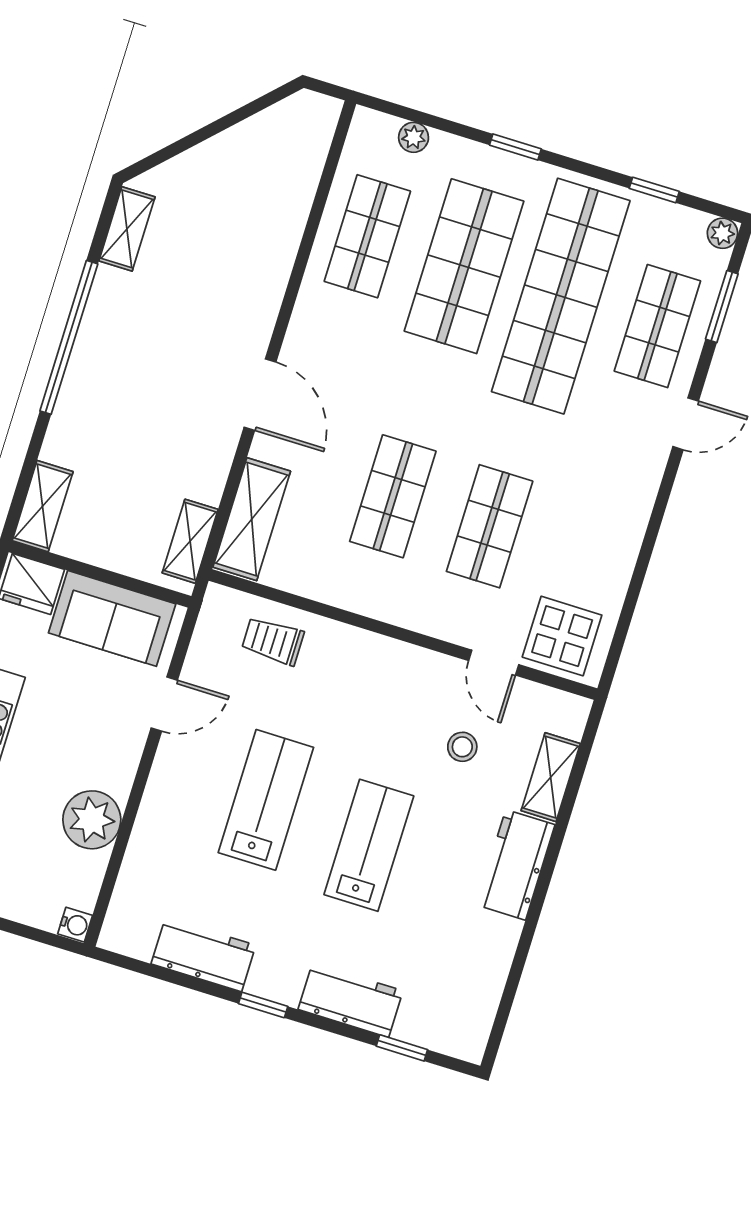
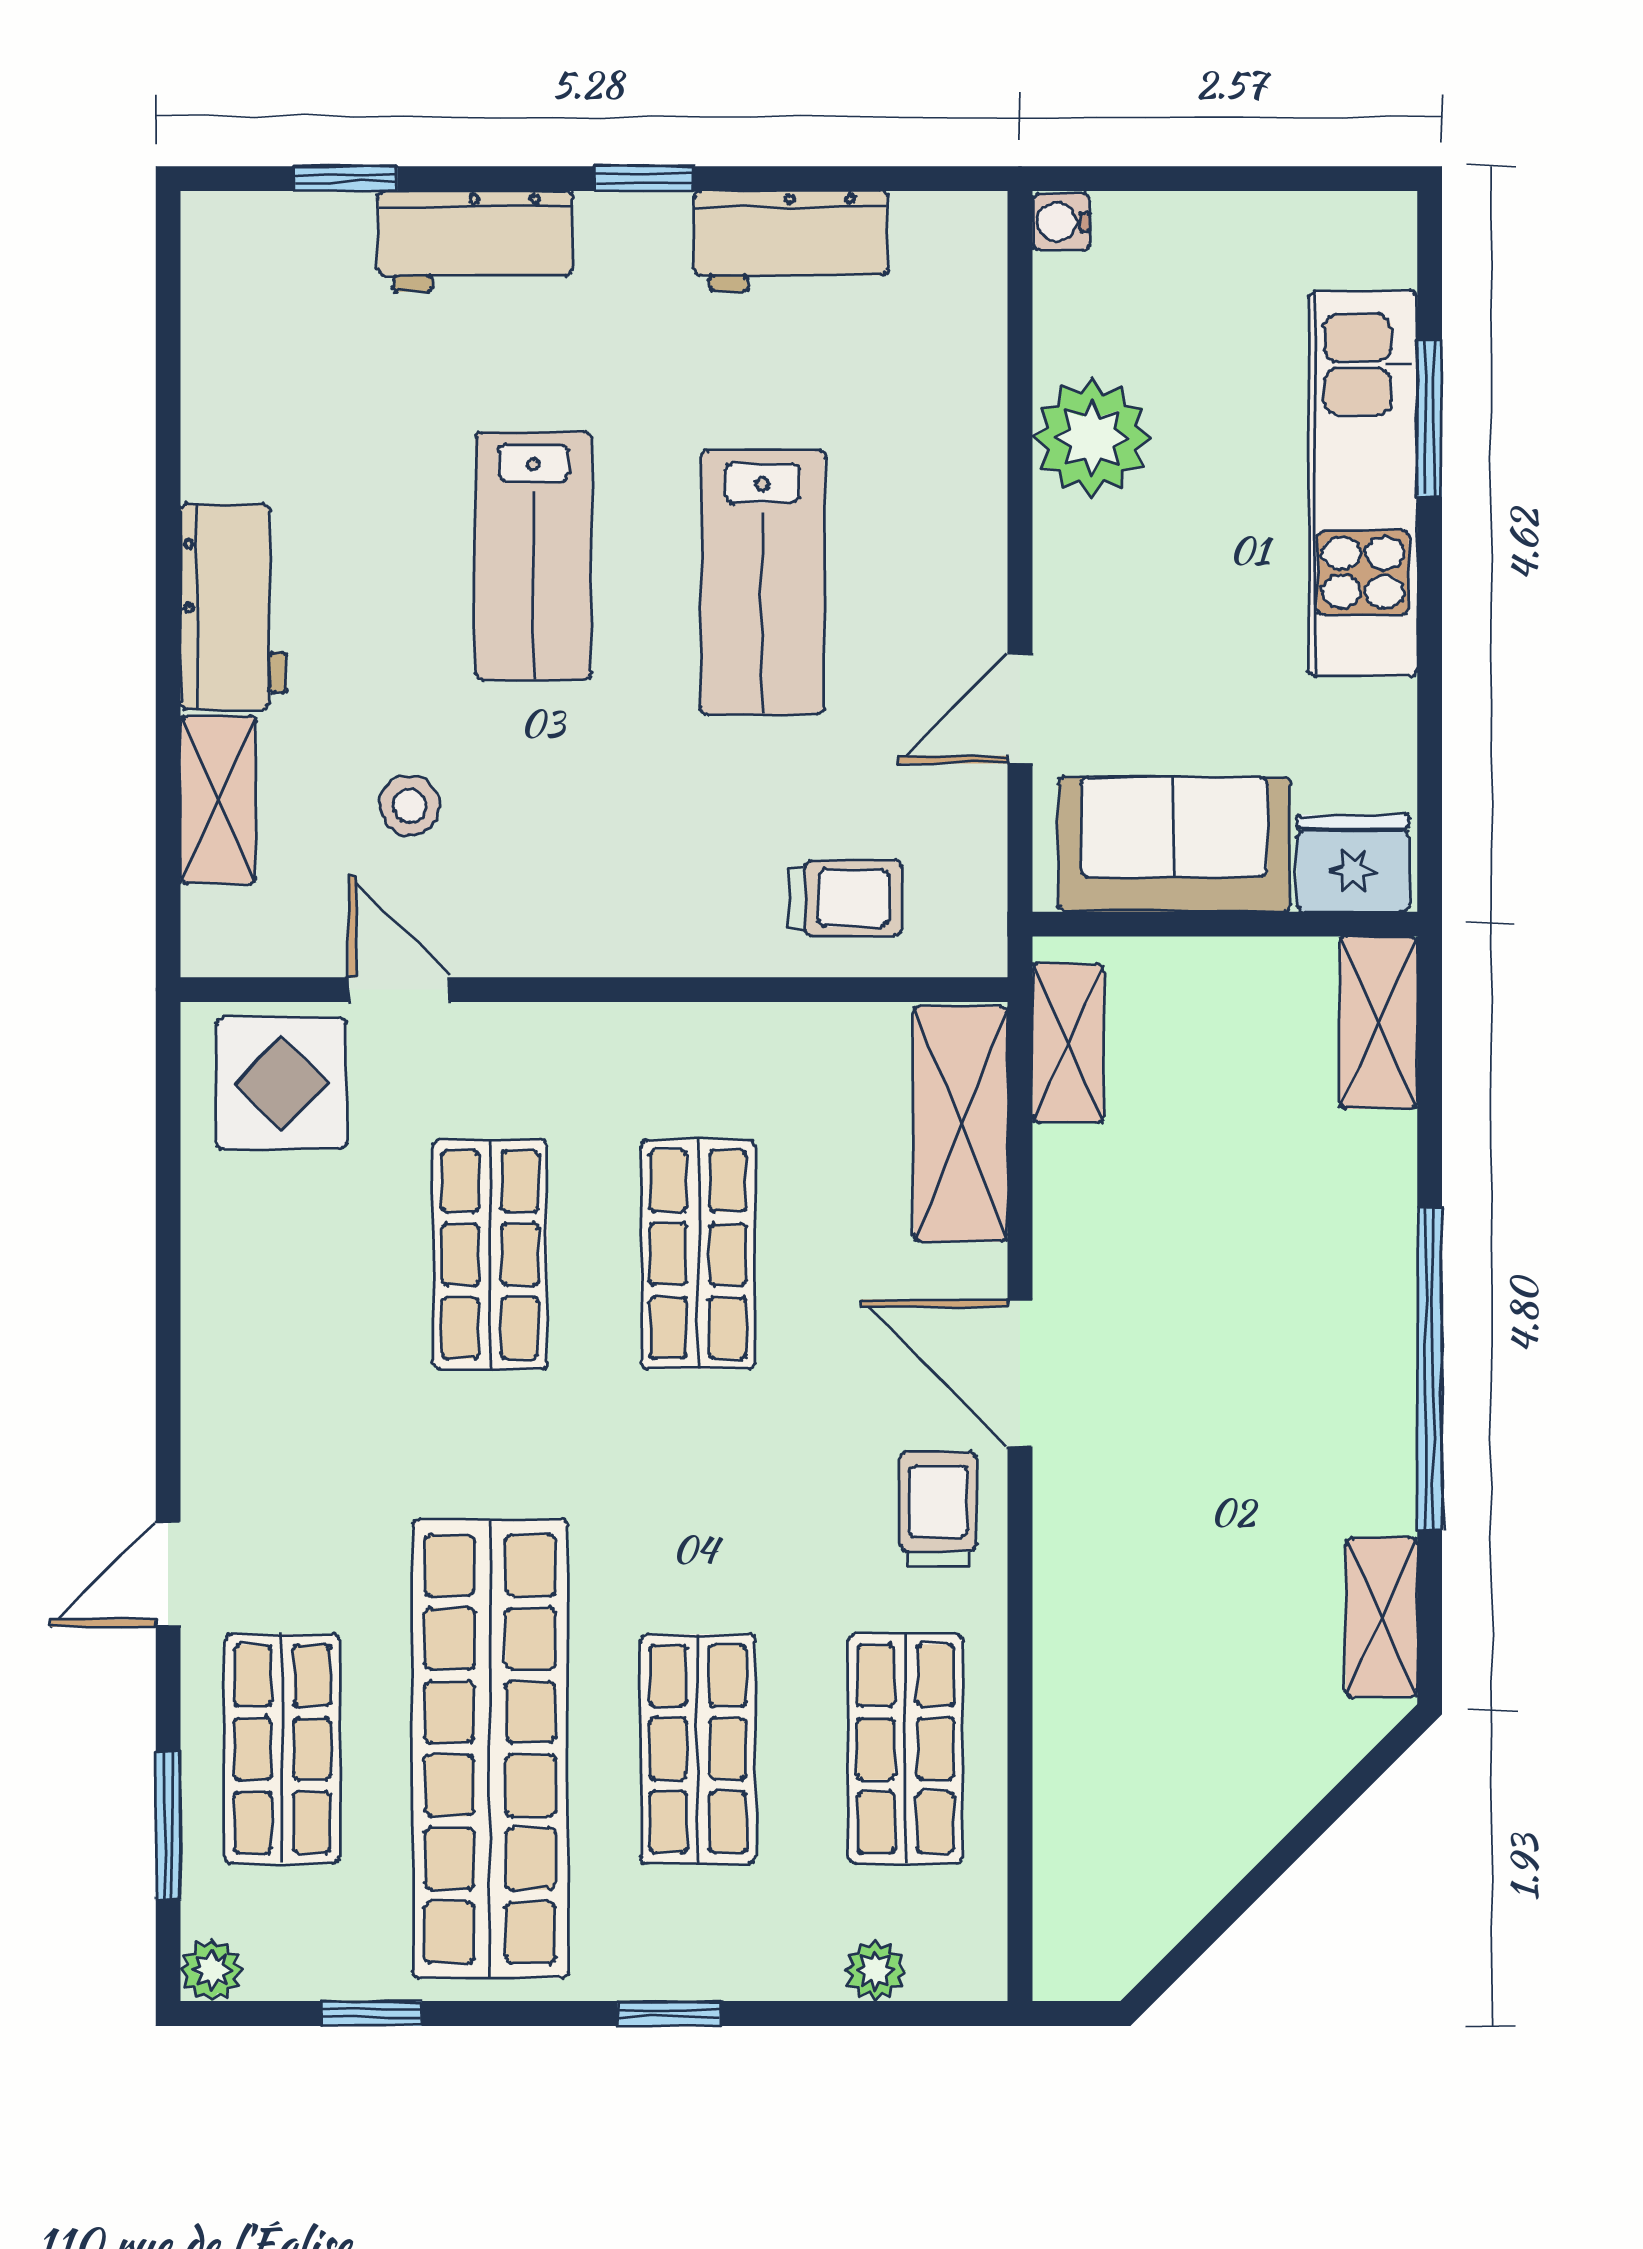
shop shelf: (464, 266) -> (698, 1749), width x0.70, depth x0.74
trolley: (318, 343) -> (938, 1509), added

